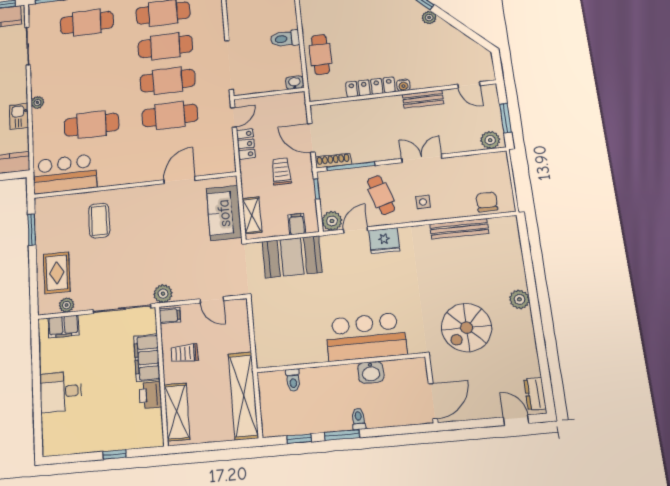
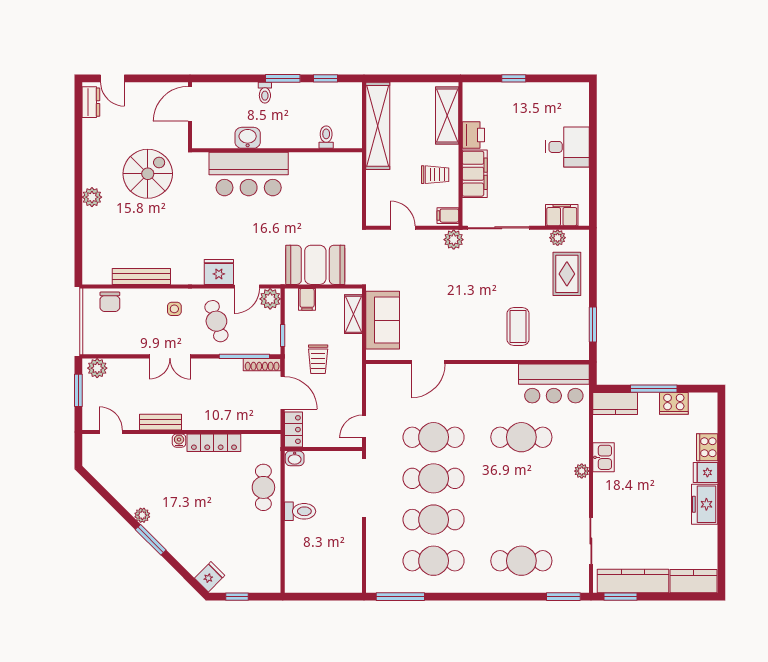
locker: (246, 144) -> (293, 430), moved, turned 180

